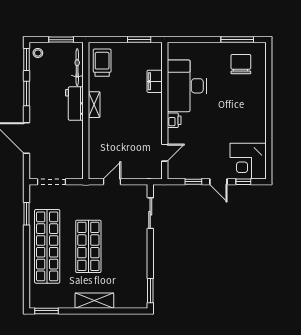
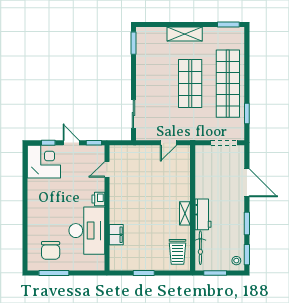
filing cabinet: (155, 81) -> (116, 235), moved
desk: (187, 86) -> (87, 231), moved
wall: (165, 111) -> (107, 208), moved
printer: (174, 120) -> (98, 199), moved
door: (165, 153) -> (107, 169), moved

